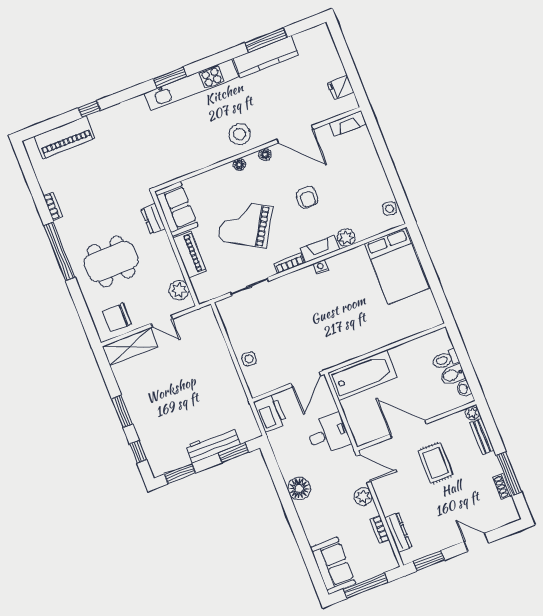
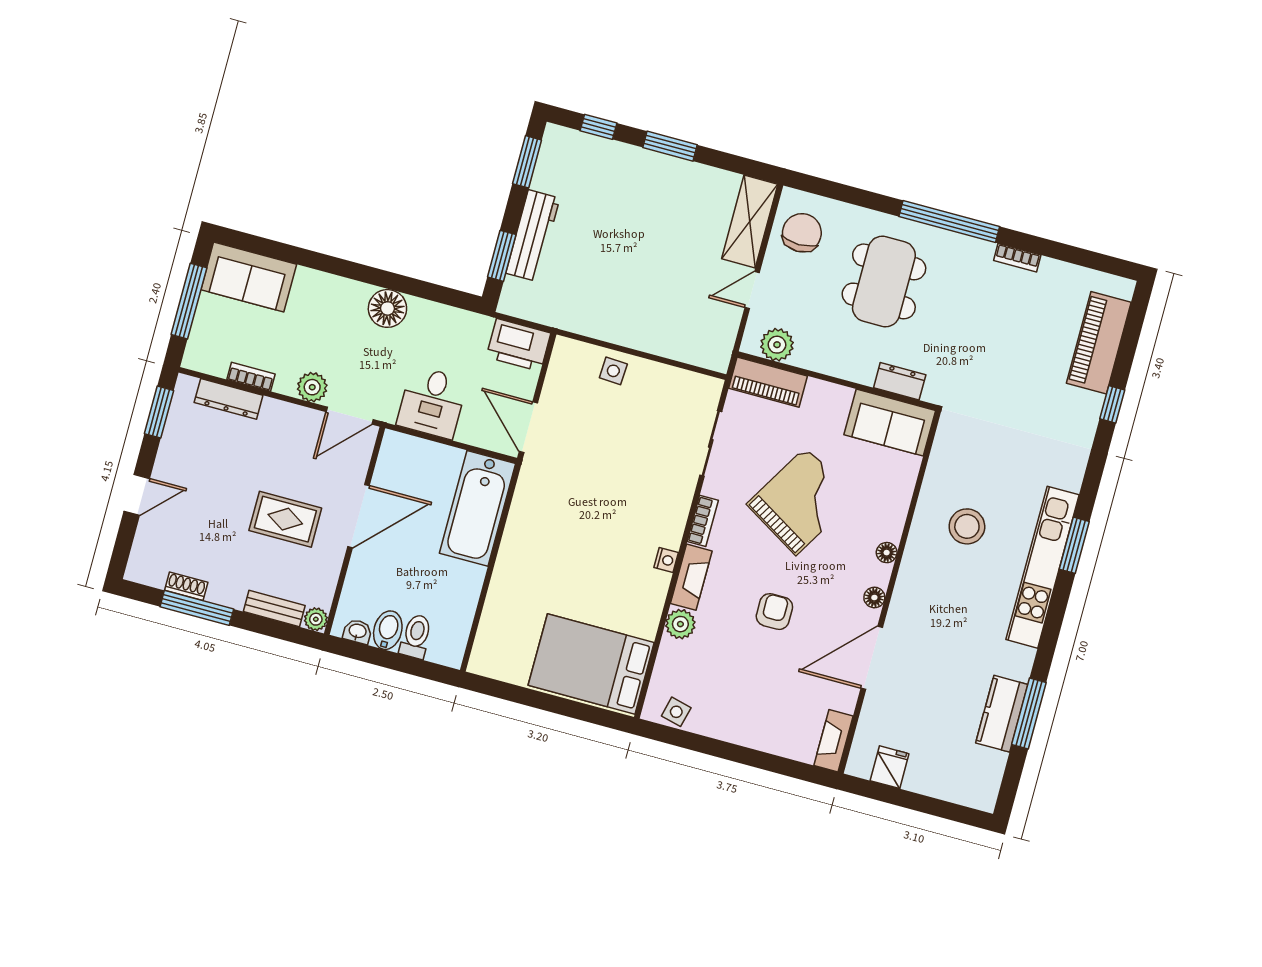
kitchen counter: (266, 57) -> (1002, 714), width x0.67
stool: (240, 134) -> (967, 526), moved
armchair: (307, 197) -> (774, 612), turned 90
piano: (189, 254) -> (768, 382), moved

